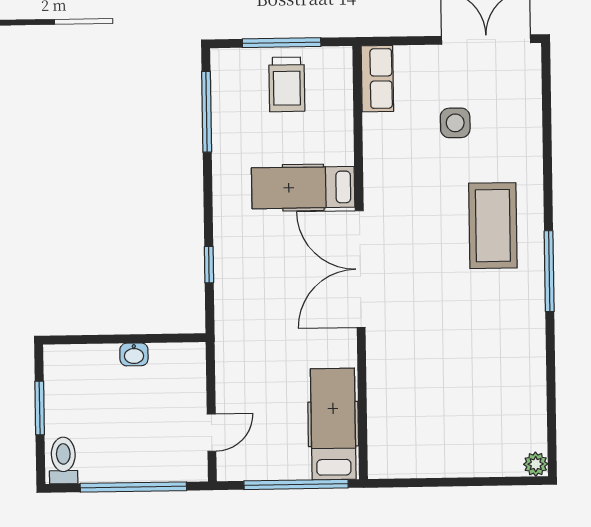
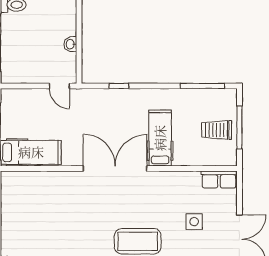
door: (212, 433) -> (59, 86), moved

